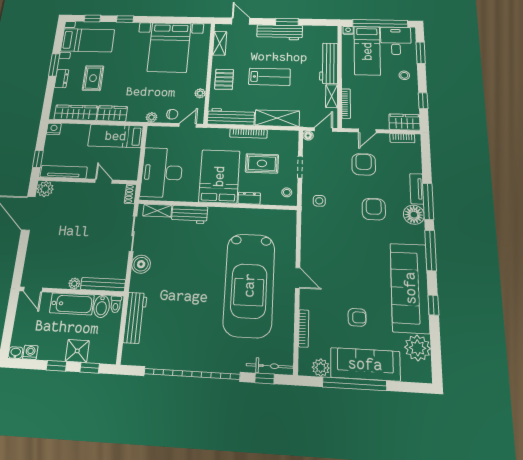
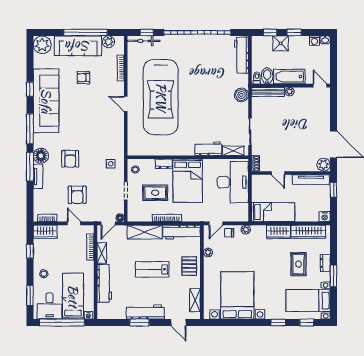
door: (367, 131) -> (74, 223), hinge flipped
boiler: (141, 264) -> (241, 95), moved
car: (249, 285) -> (161, 97), turned 180
workbench: (135, 318) -> (242, 55), moved
plant: (418, 348) -> (42, 45), moved

